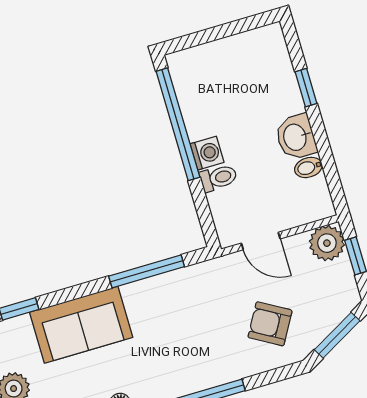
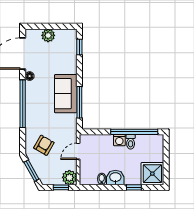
shower: (262, 54) -> (152, 174), added
toilet: (218, 178) -> (131, 142), moved
sofa: (81, 325) -> (66, 94), moved

